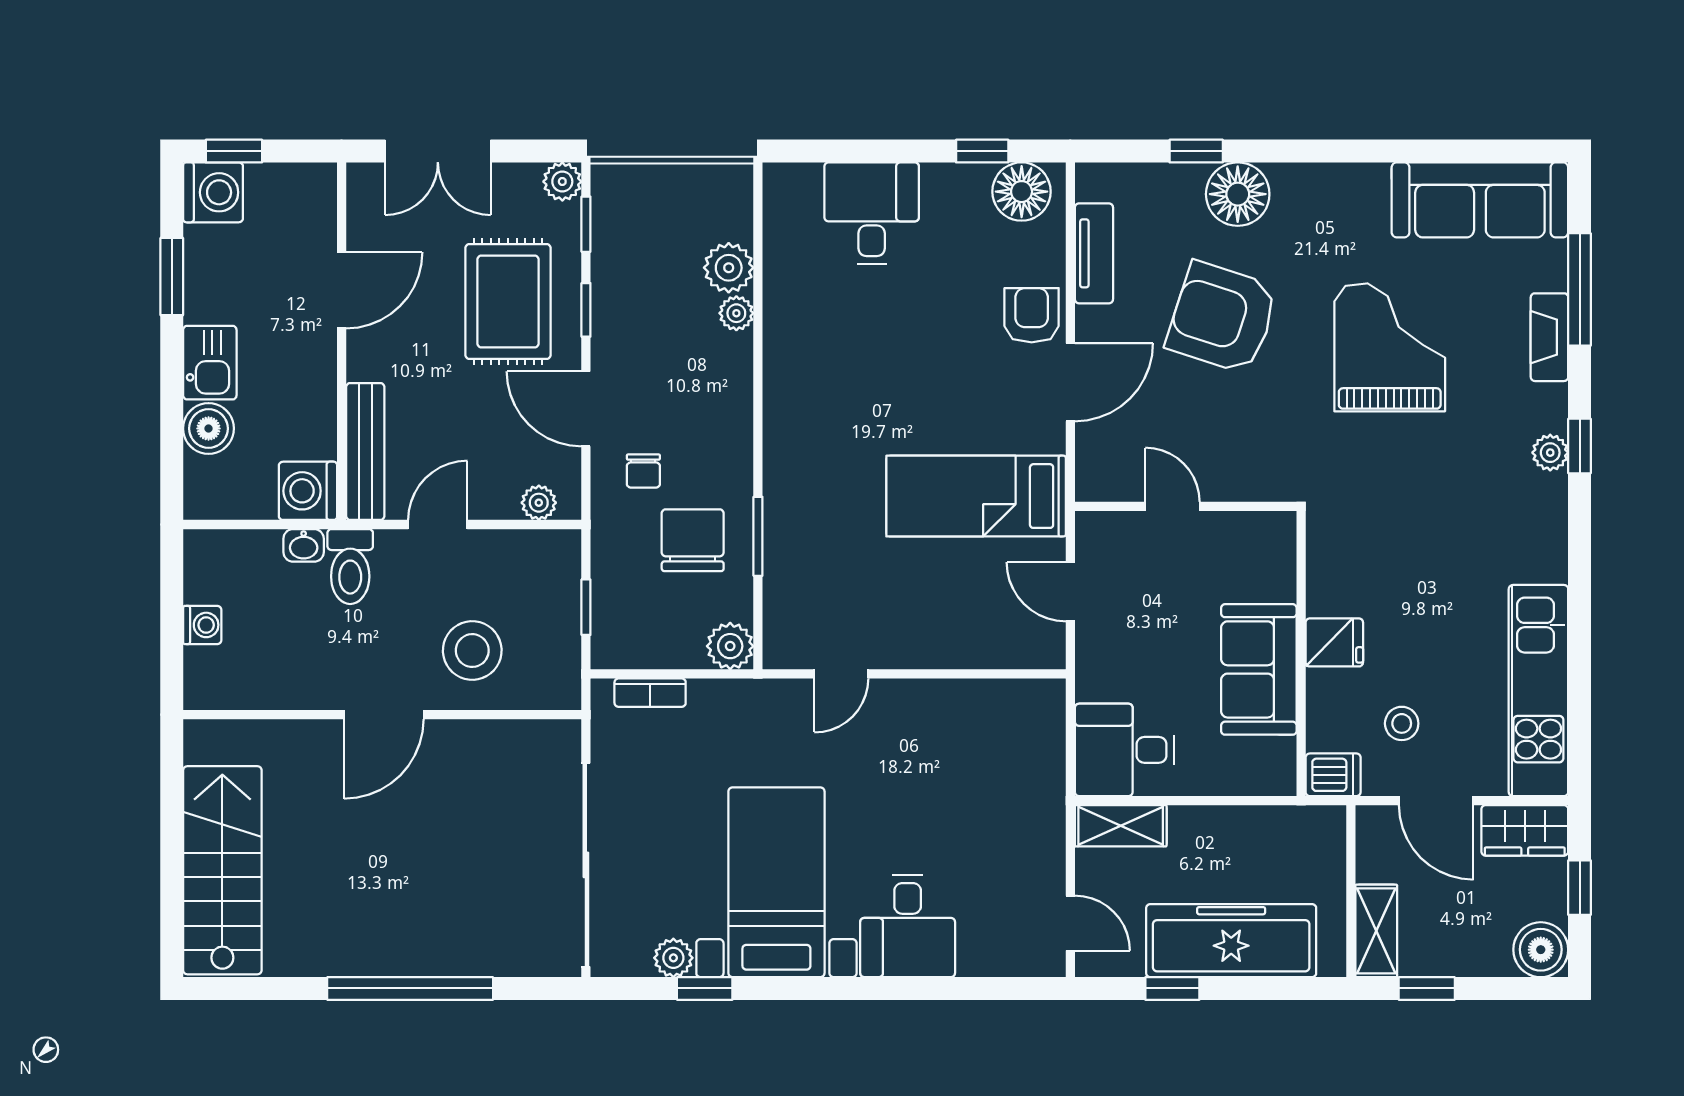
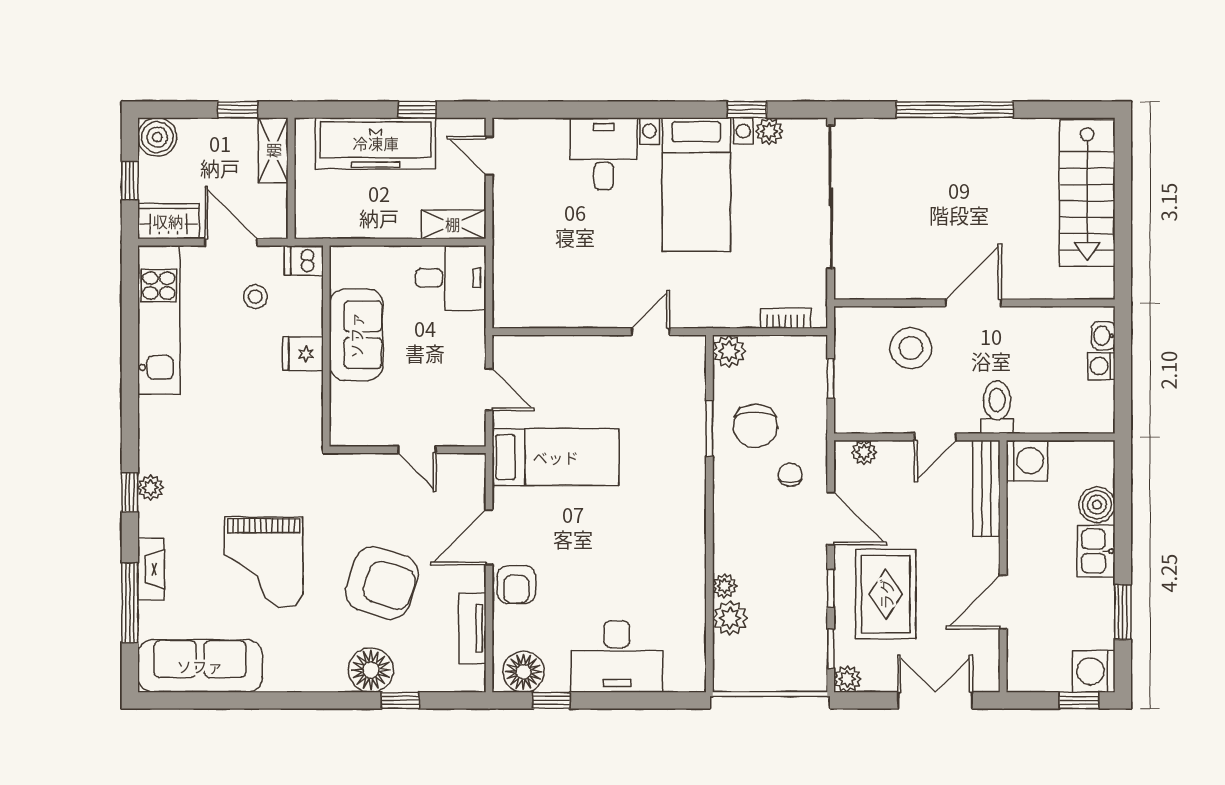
desk: (872, 213) -> (617, 656), width x1.37
washbasin: (304, 545) -> (1103, 336), moved, turned -90

